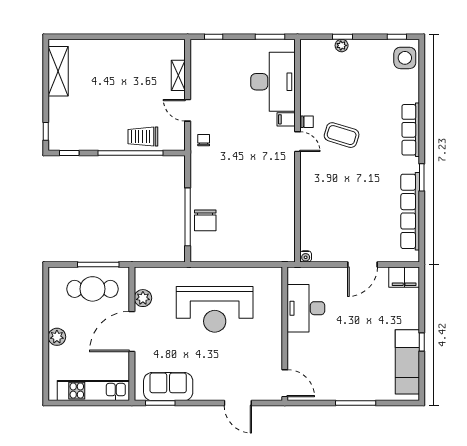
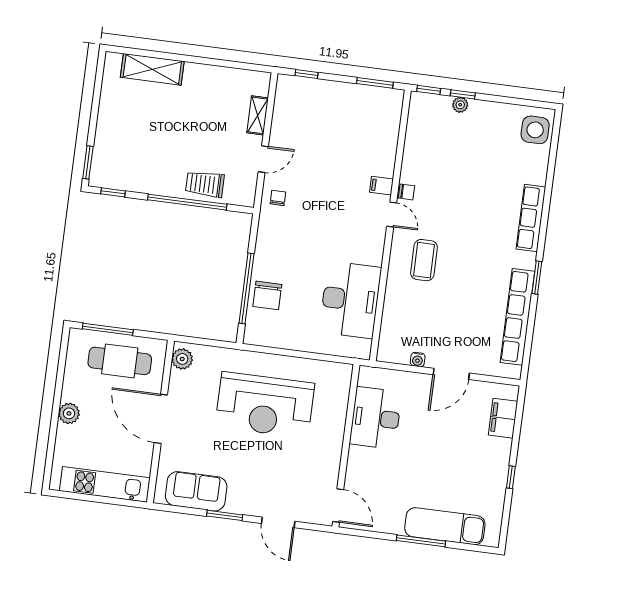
window: (397, 37) -> (429, 90), moved
shelving: (58, 71) -> (152, 69), moved, turned 90
desk: (273, 82) -> (350, 300), moved
door: (188, 110) -> (263, 159), swing flipped
window: (46, 131) -> (88, 162), width x1.50
coffee table: (342, 135) -> (424, 260), moved, turned 73
water cooler: (306, 256) -> (418, 360), moved
window: (98, 265) -> (108, 329), moved
filing cabinet: (404, 277) -> (503, 418), moved, turned 90
plant: (143, 298) -> (182, 359), moved
door: (132, 332) -> (161, 419), hinge flipped
exam couch: (407, 362) -> (445, 526), moved, turned 90
window: (160, 403) -> (225, 515), moved

